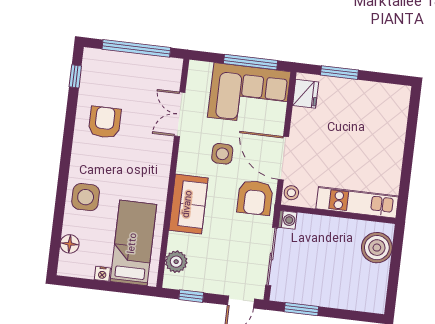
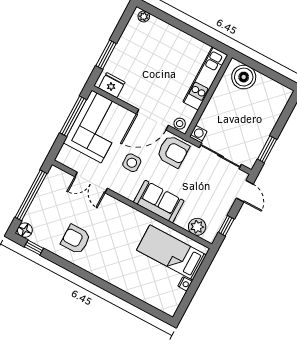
plant: (403, 100) -> (144, 16), added
side table: (86, 197) -> (125, 274), removed
floor lamp: (70, 244) -> (25, 230), moved

